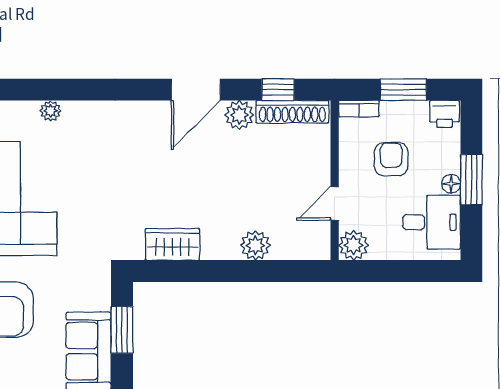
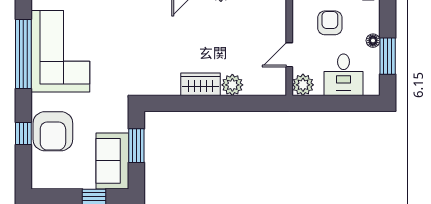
window: (471, 180) -> (388, 56), moved
desk: (432, 222) -> (343, 75), moved, turned 90
wardrobe: (172, 244) -> (201, 84), moved

